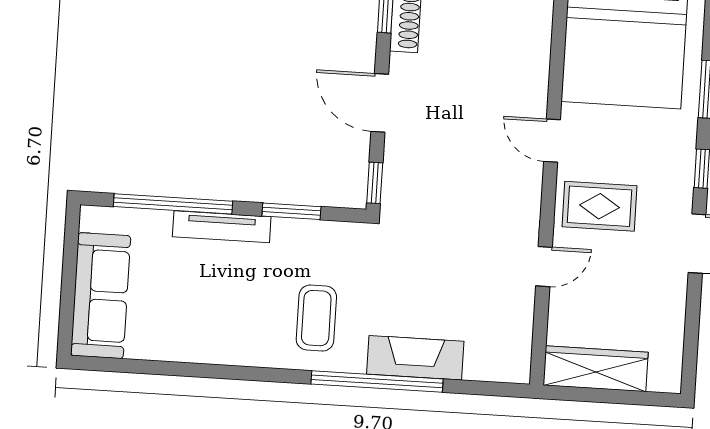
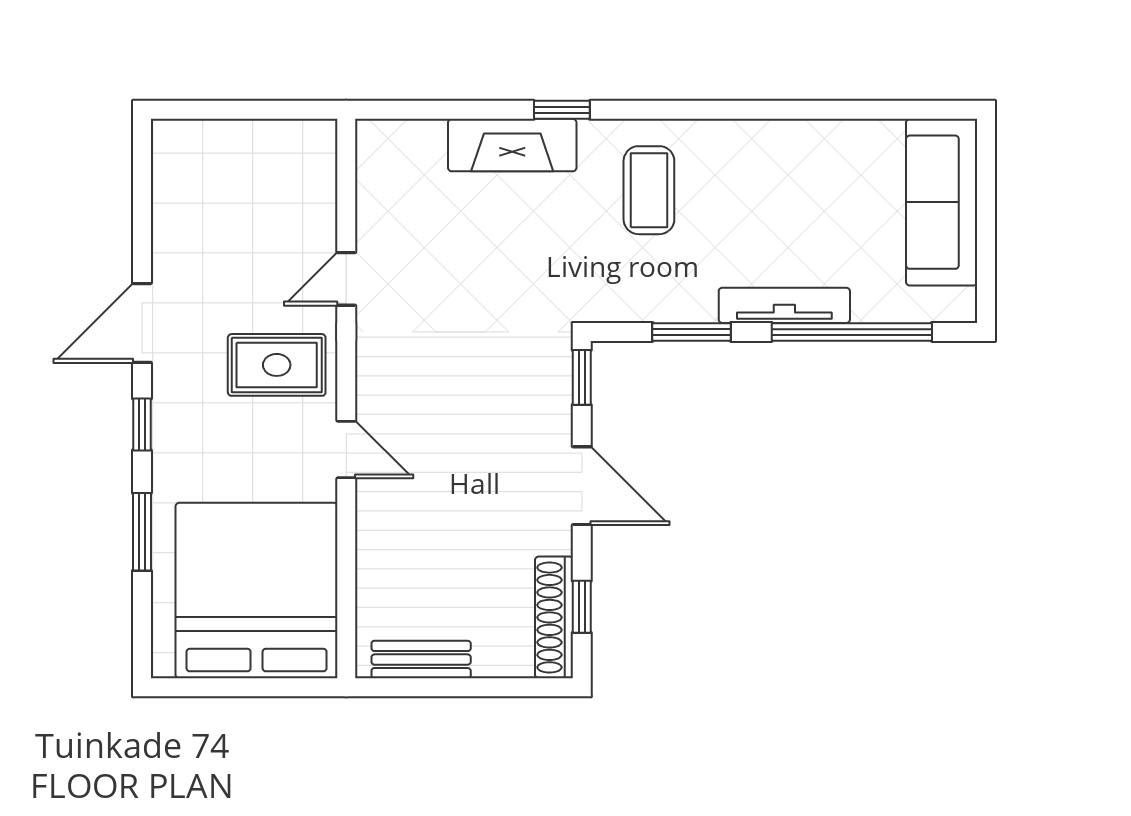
wardrobe: (596, 369) -> (268, 146), removed
window: (377, 381) -> (562, 110), width x0.32

